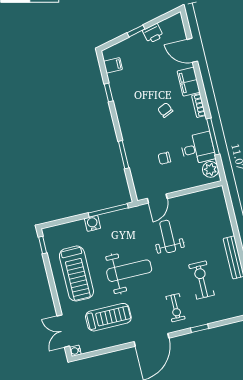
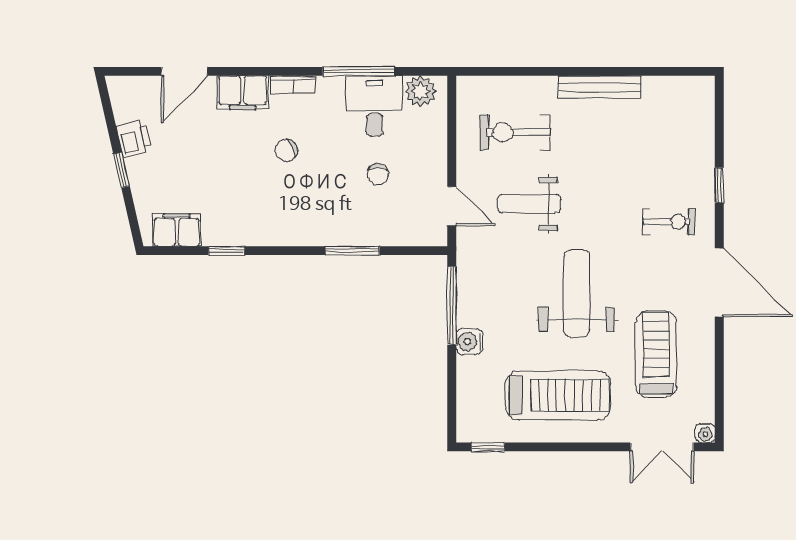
filing cabinet: (113, 65) -> (177, 230), width x2.00
exercise bike: (201, 280) -> (515, 132), moved

